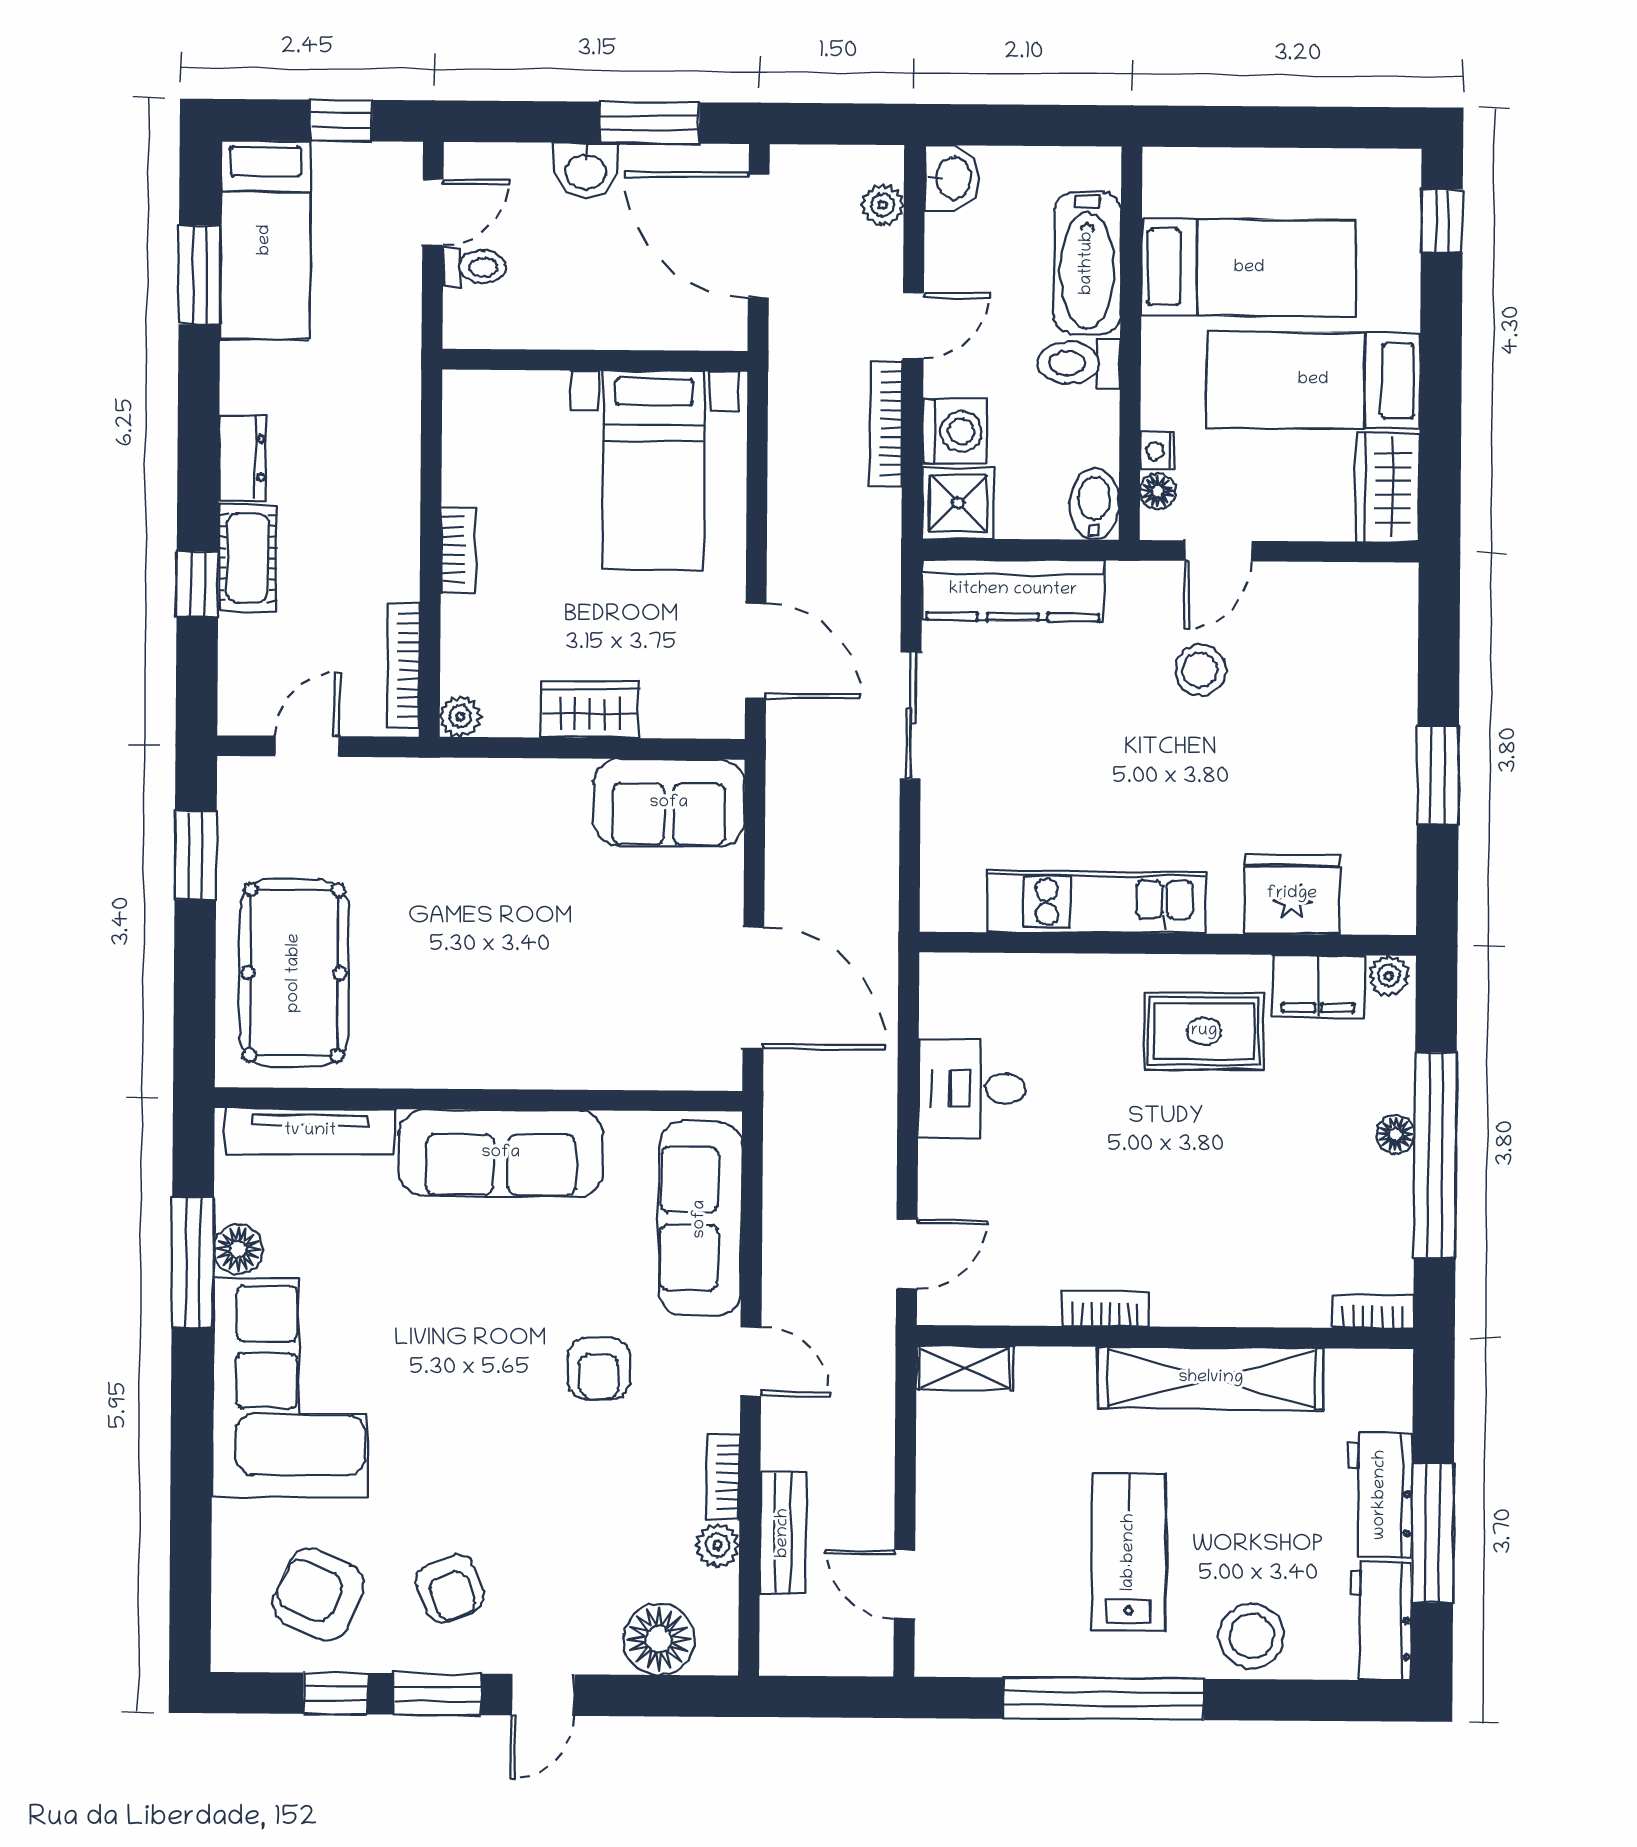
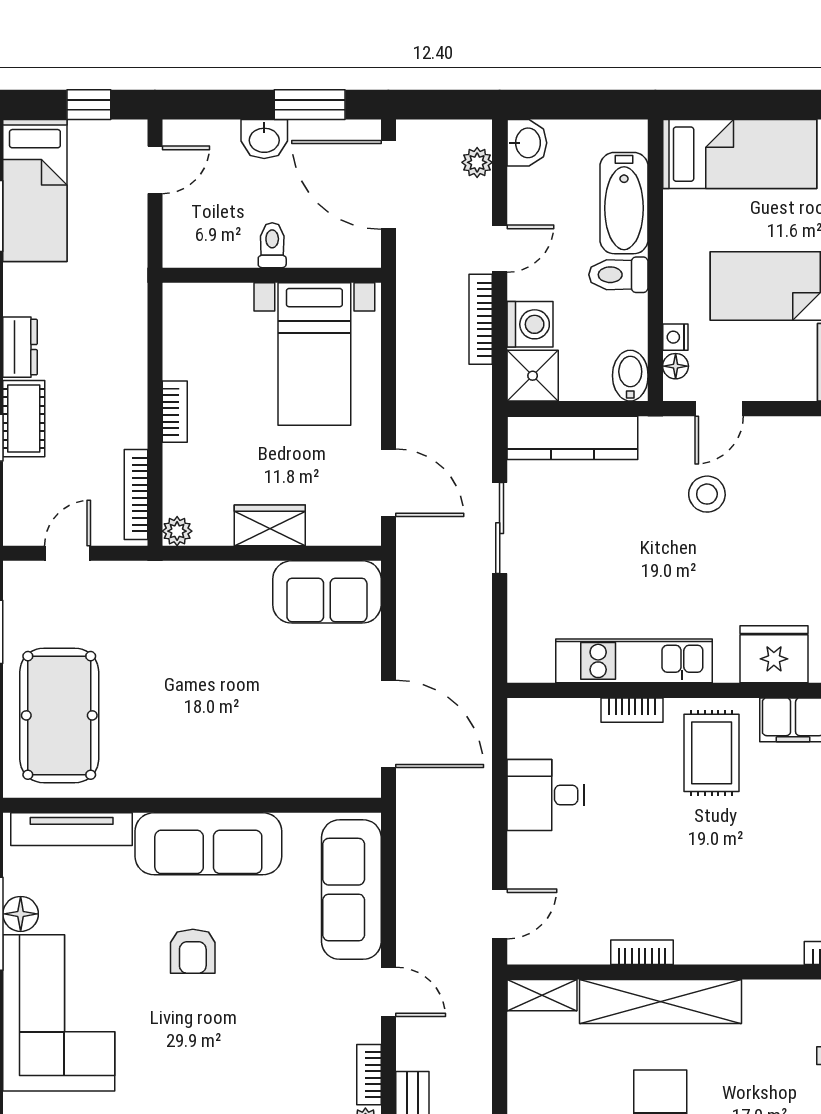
toilet: (474, 267) -> (272, 245), moved, turned -90
bed: (1249, 268) -> (740, 154), moved
bookcase: (1094, 971) -> (632, 710), added
rug: (1204, 1031) -> (712, 753), turned 90
armchair: (599, 1369) -> (193, 951), moved
shelving: (1211, 1378) -> (661, 1002), moved

